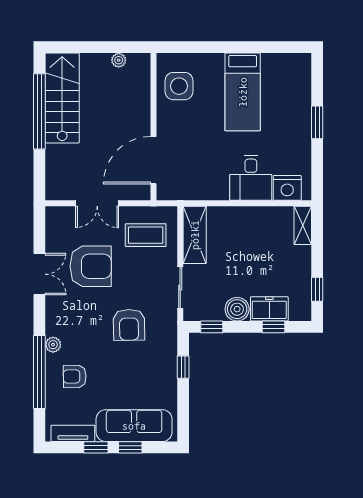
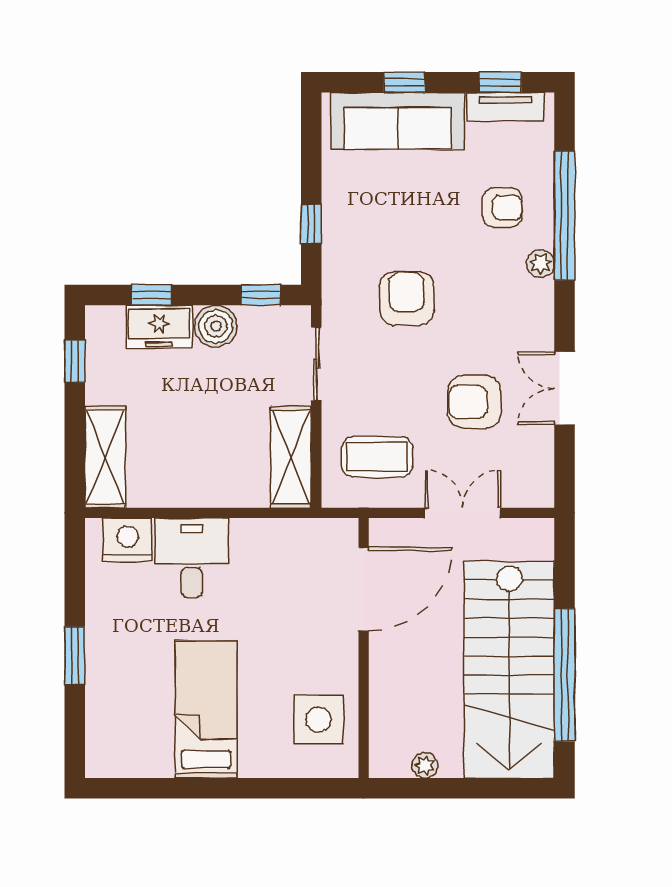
stairs: (62, 98) -> (509, 670), width x1.36, depth x1.51
shelving: (303, 225) -> (105, 457), width x1.50, depth x1.33
armchair: (91, 266) -> (474, 402), width x0.73, depth x0.73
window: (96, 447) -> (500, 82), moved

